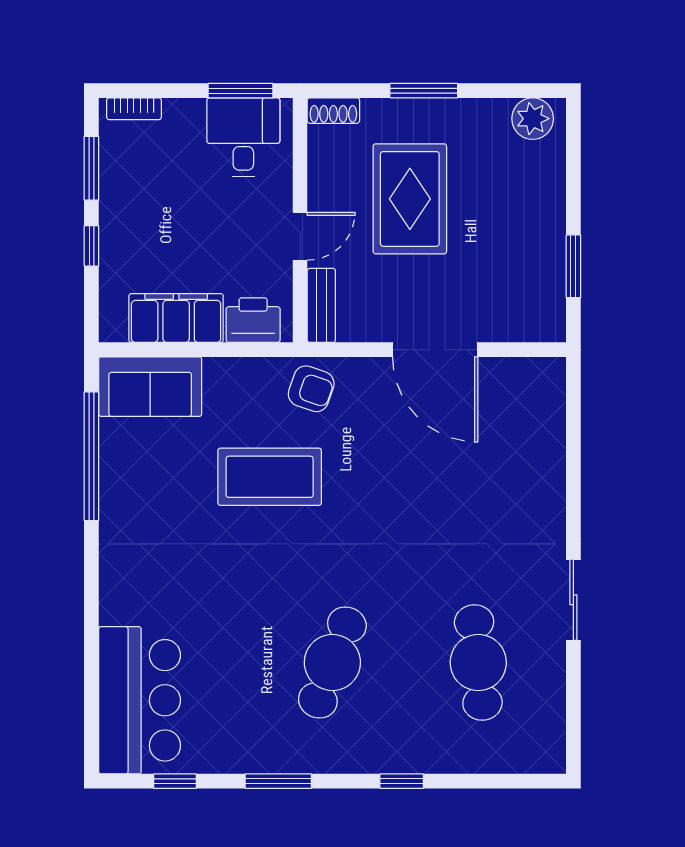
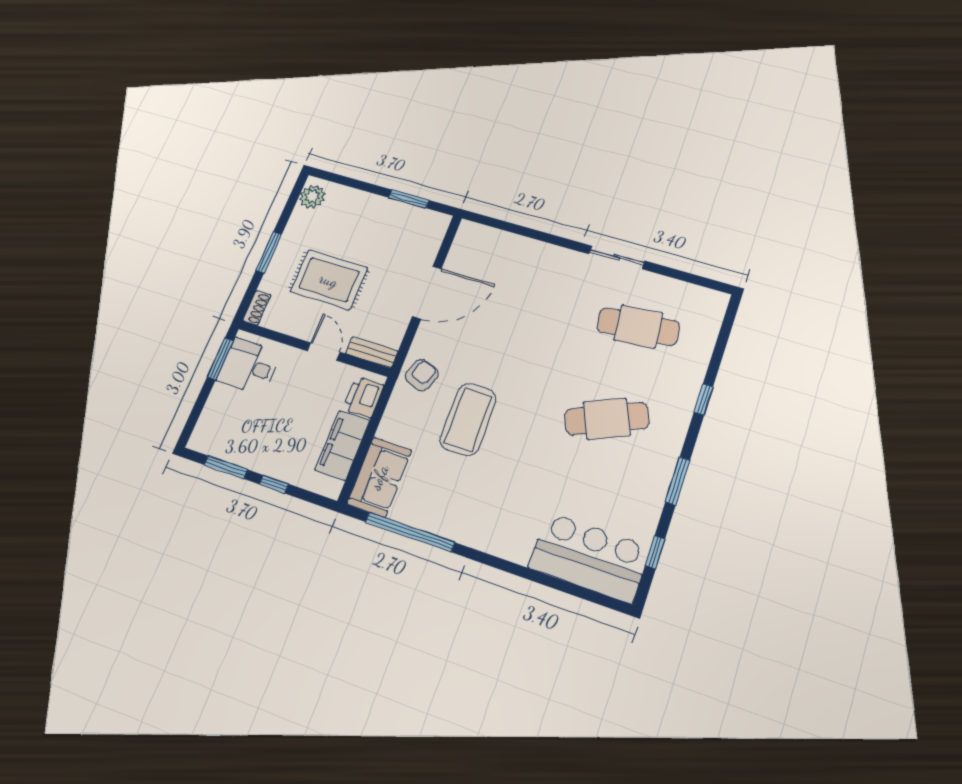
bookcase: (134, 109) -> (202, 428), removed
cafe table: (332, 662) -> (607, 419), turned -45

